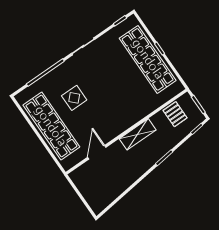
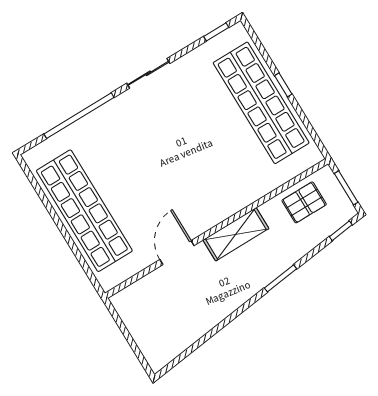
display table: (74, 98) -> (127, 163), removed
pallet: (175, 114) -> (304, 202), turned 90
door: (97, 152) -> (177, 253), moved

